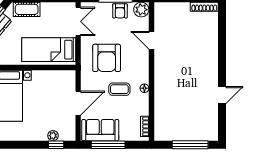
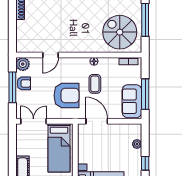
door: (78, 103) -> (97, 121), moved
spiral stairs: (177, 117) -> (120, 32), added
window: (56, 145) -> (145, 163), moved

